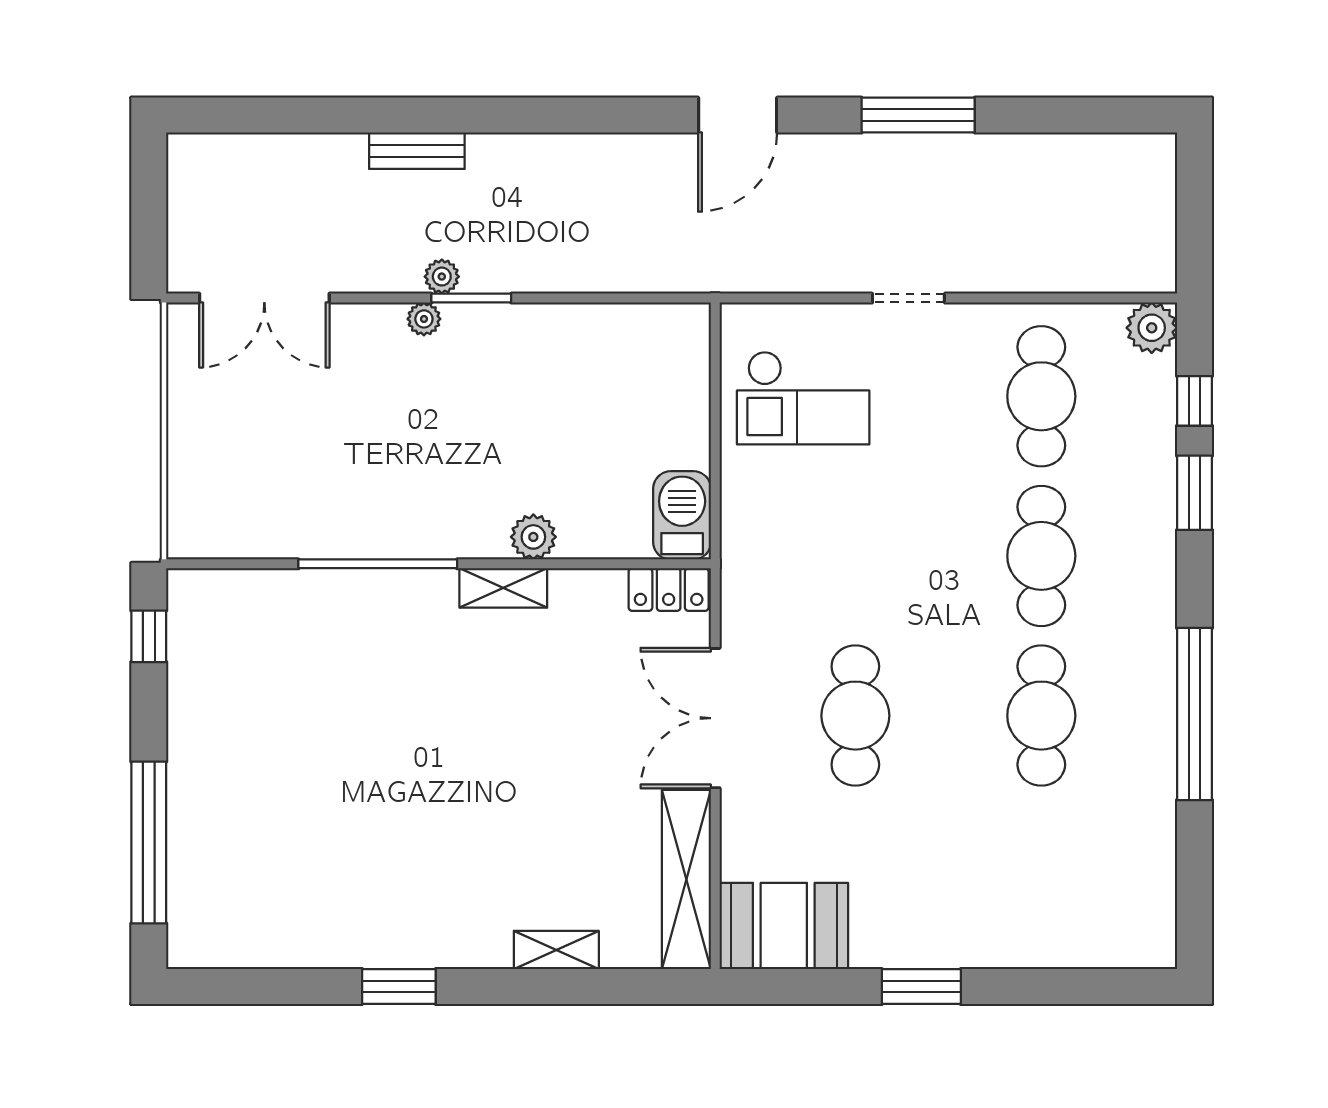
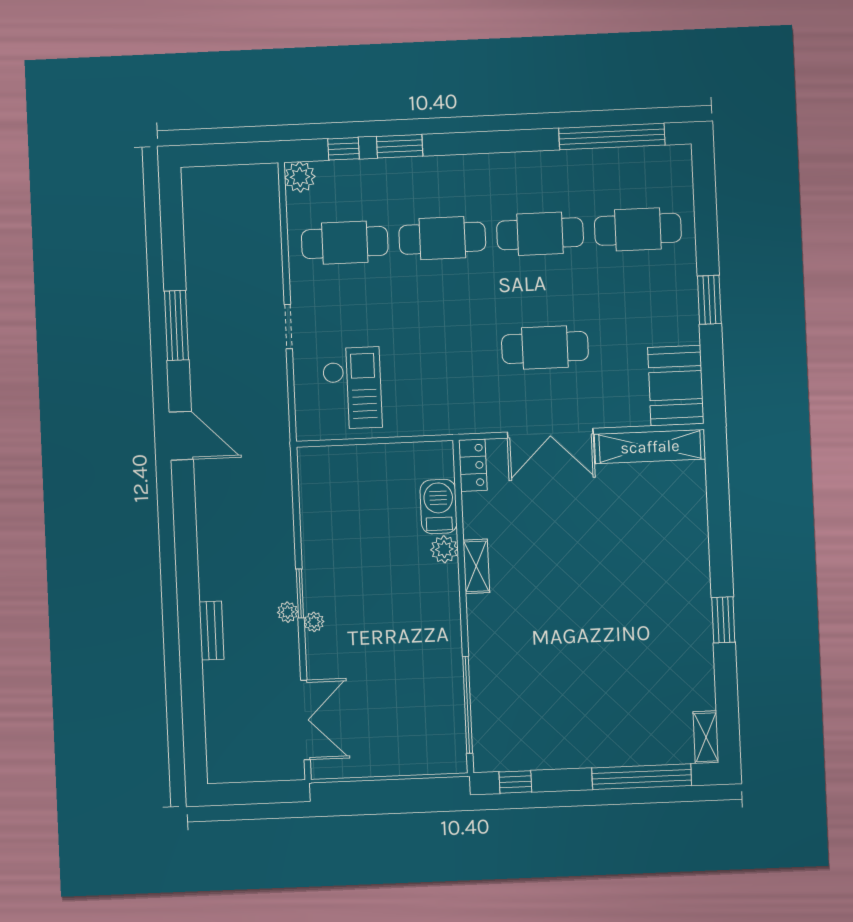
barbecue: (682, 515) -> (439, 507), moved, turned 90
window: (378, 564) -> (468, 705), moved
window: (1194, 714) -> (612, 137), moved
cafe table: (1041, 875) -> (638, 229), added
shelving: (556, 950) -> (706, 737), moved

